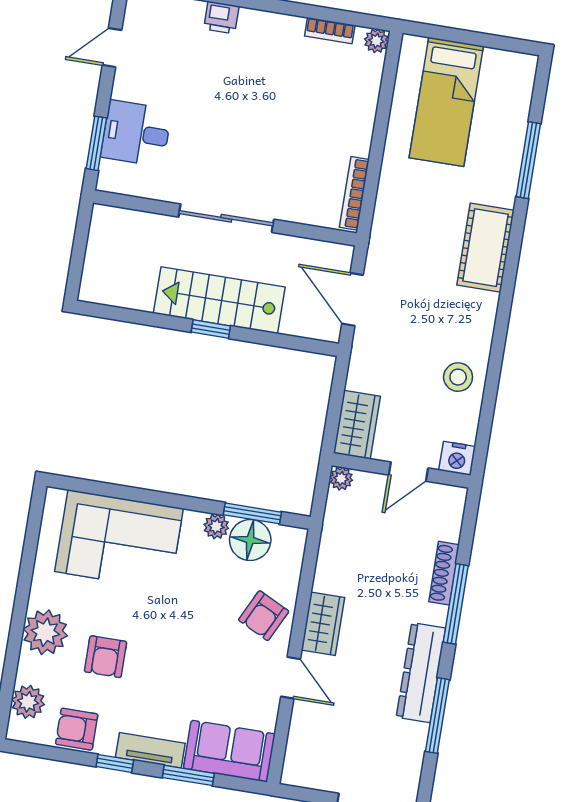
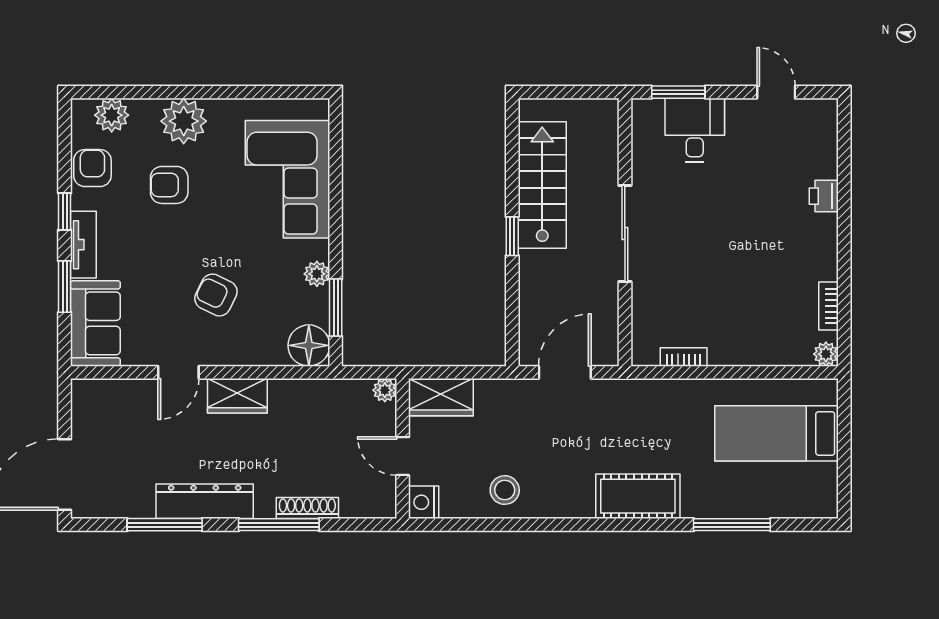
bookcase: (354, 193) -> (684, 357), width x0.64
stairs: (219, 300) -> (542, 185), moved
floor lamp: (250, 540) -> (309, 345), moved
armchair: (264, 616) -> (216, 295), moved

